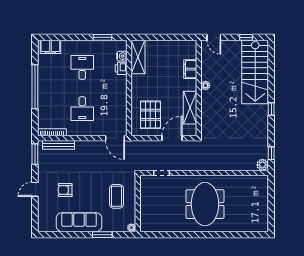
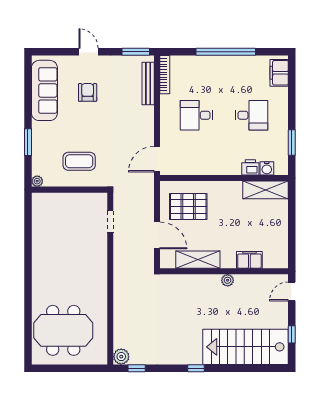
meeting table: (205, 204) -> (63, 330), moved
sofa: (79, 222) -> (44, 90), moved

